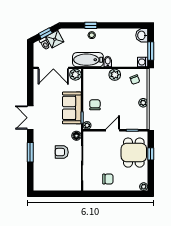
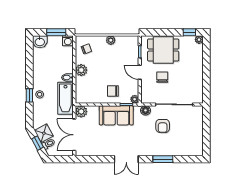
double door: (53, 68) -> (74, 135), swing flipped
window: (151, 154) -> (189, 32), moved
chair: (108, 179) -> (162, 77), moved

